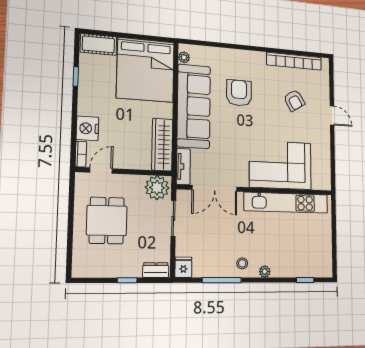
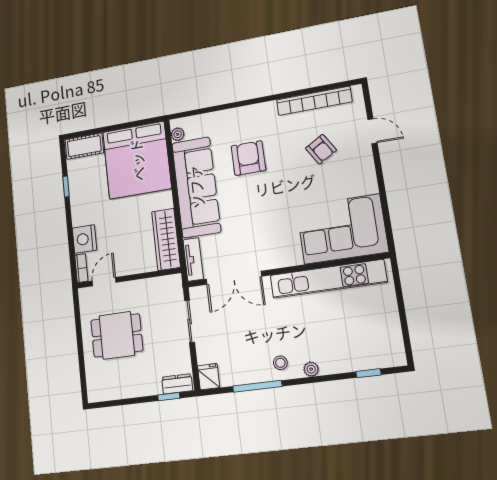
door: (332, 115) -> (372, 131), moved
corner sofa: (280, 165) -> (342, 229), moved
plant: (157, 188) -> (167, 289), removed
dining table: (107, 220) -> (117, 335), turned 90
window: (127, 280) -> (169, 397), moved

